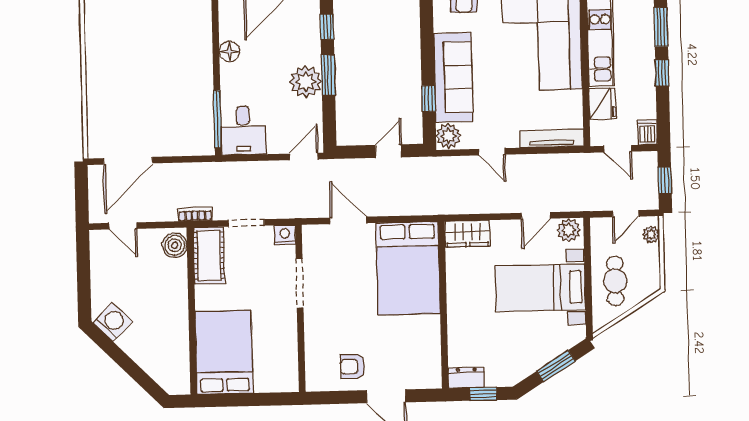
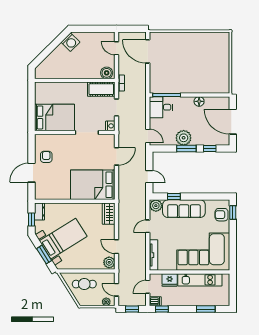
window: (662, 73) -> (162, 309), moved
door: (123, 226) -> (116, 48), hinge flipped
bed with nightstands: (540, 288) -> (63, 239), moved, turned 58
bed: (224, 352) -> (55, 117), moved

